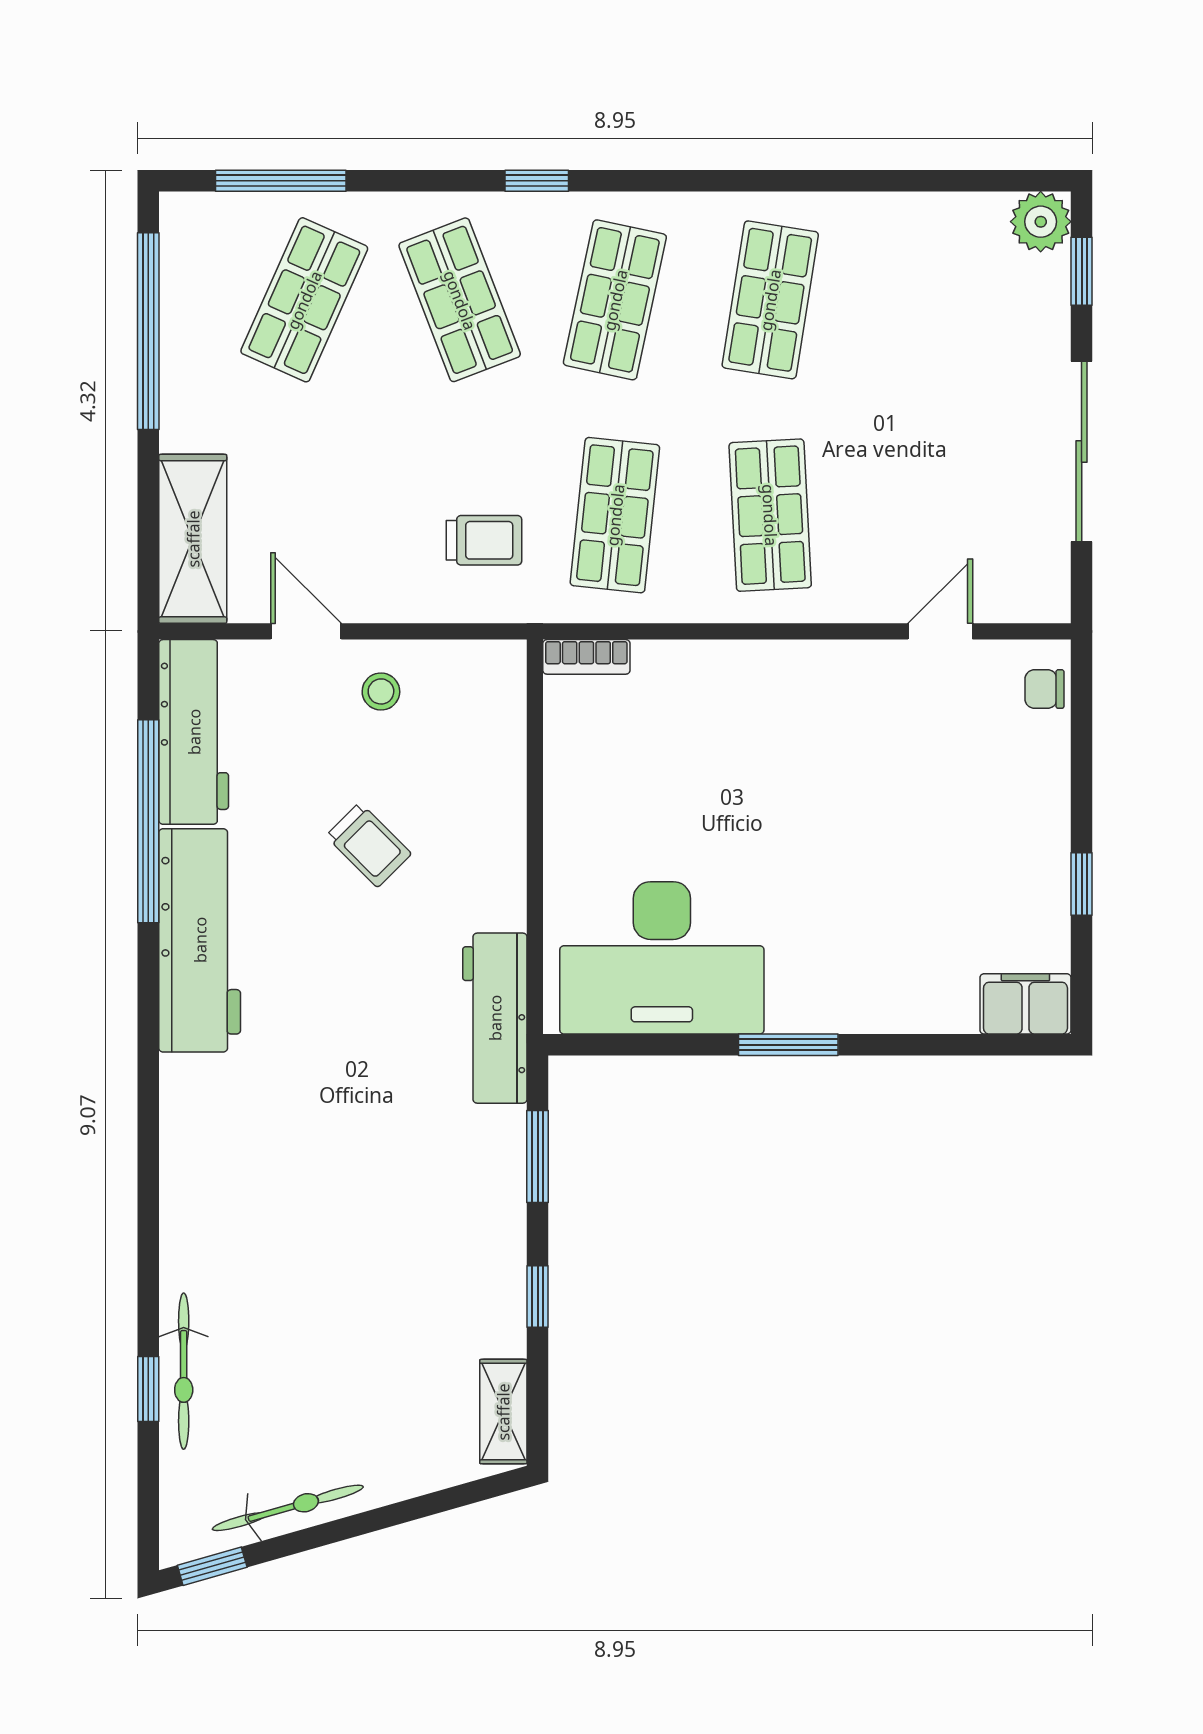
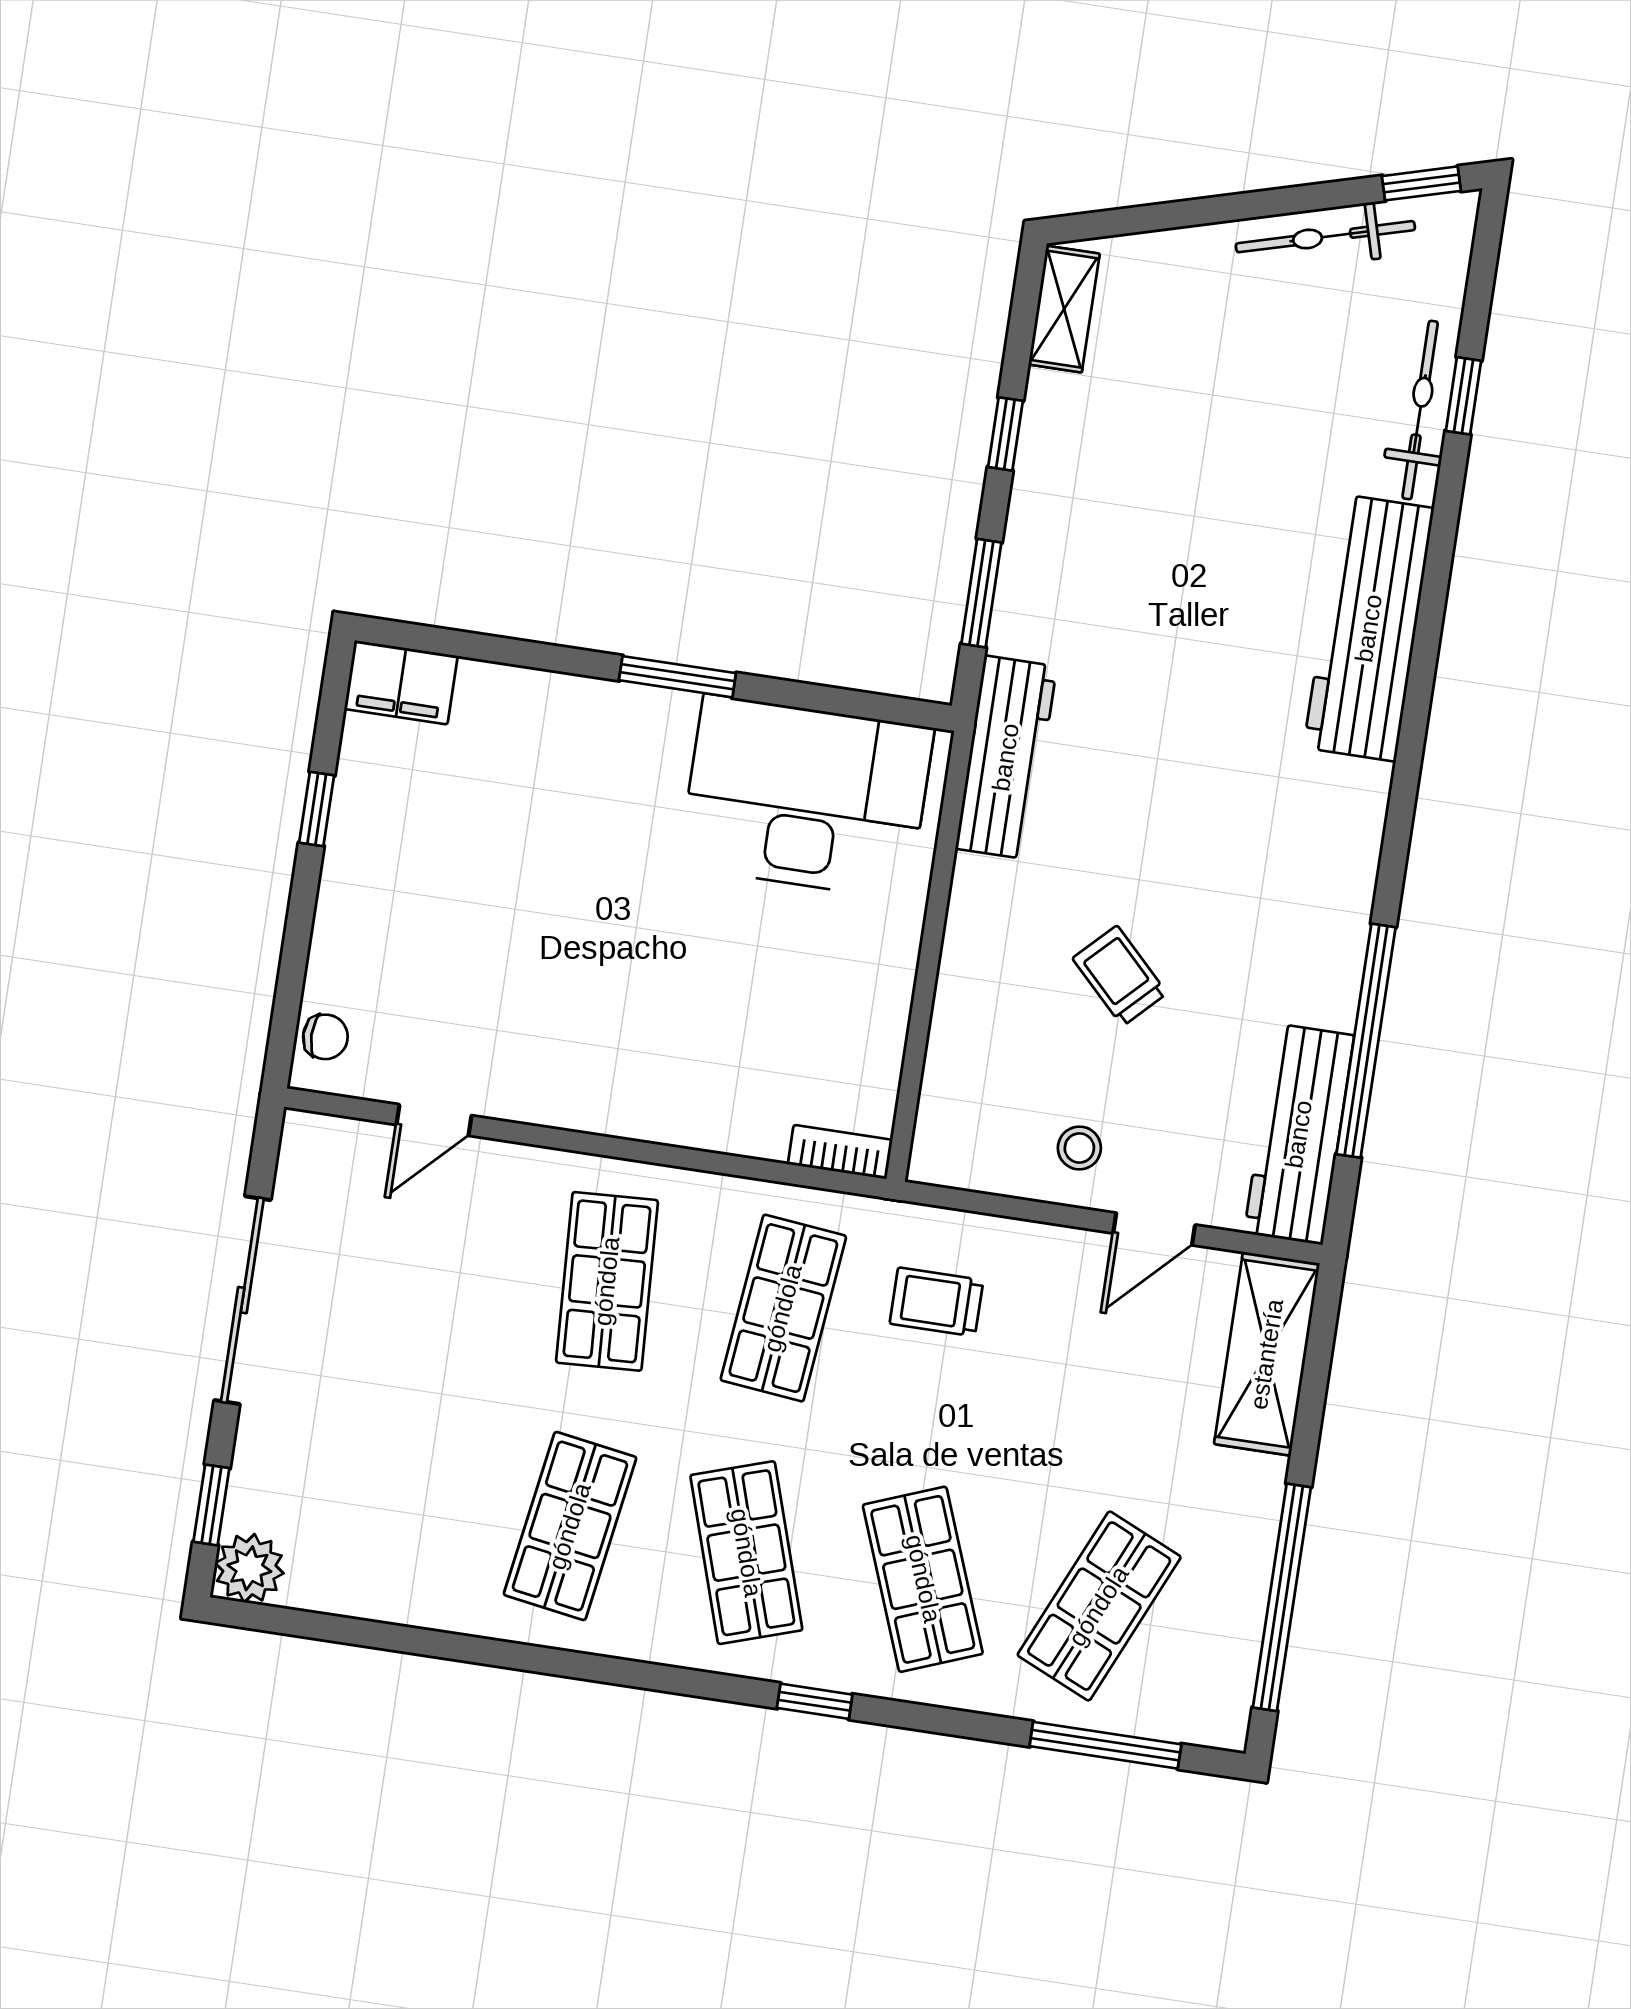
shop shelf: (615, 300) -> (746, 1553), turned -30
door: (306, 631) -> (1154, 1229), hinge flipped
workbench: (200, 940) -> (1369, 628), moved

